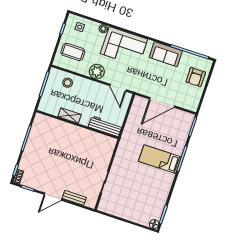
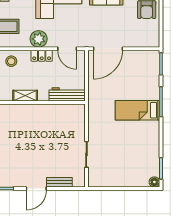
locker: (95, 87) -> (42, 56), added
door: (162, 102) -> (108, 49), moved

